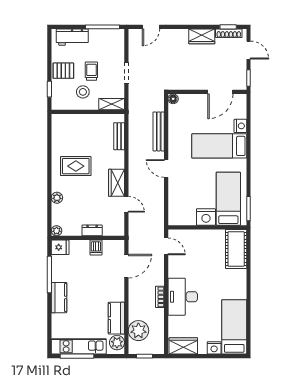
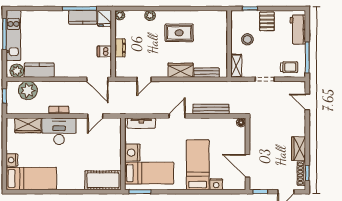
trolley: (91, 71) -> (289, 67), moved
rug: (76, 166) -> (179, 33), turned 90
wardrobe: (116, 183) -> (181, 70), moved
tv unit: (174, 207) -> (141, 123), added
door: (166, 246) -> (95, 116), moved
door: (126, 266) -> (97, 79), moved
kitchen counter: (59, 298) -> (83, 17), moved
wardrobe: (183, 346) -> (28, 125), moved, turned 90

